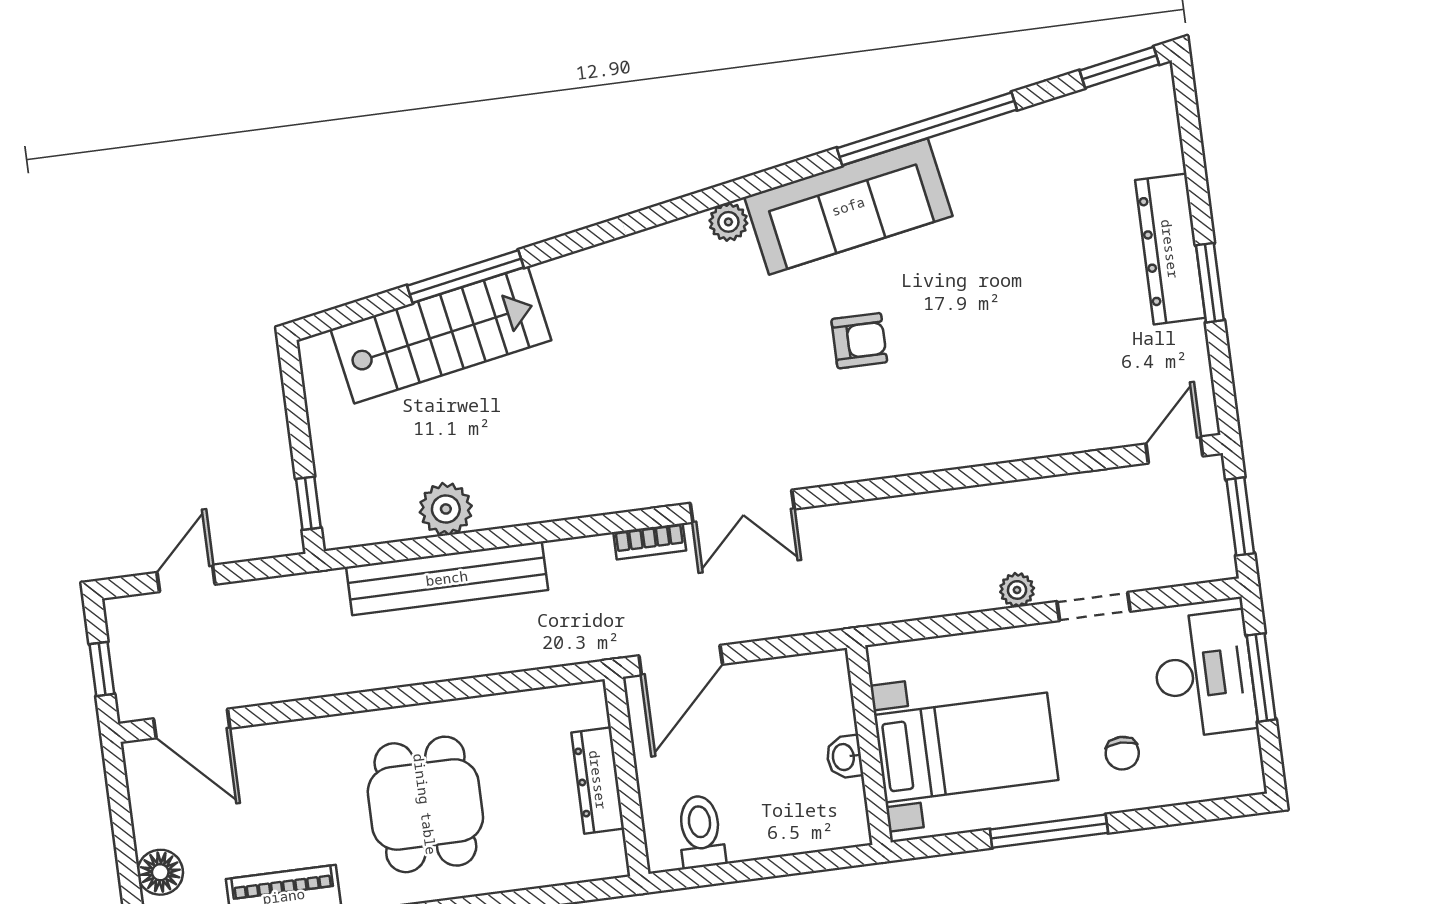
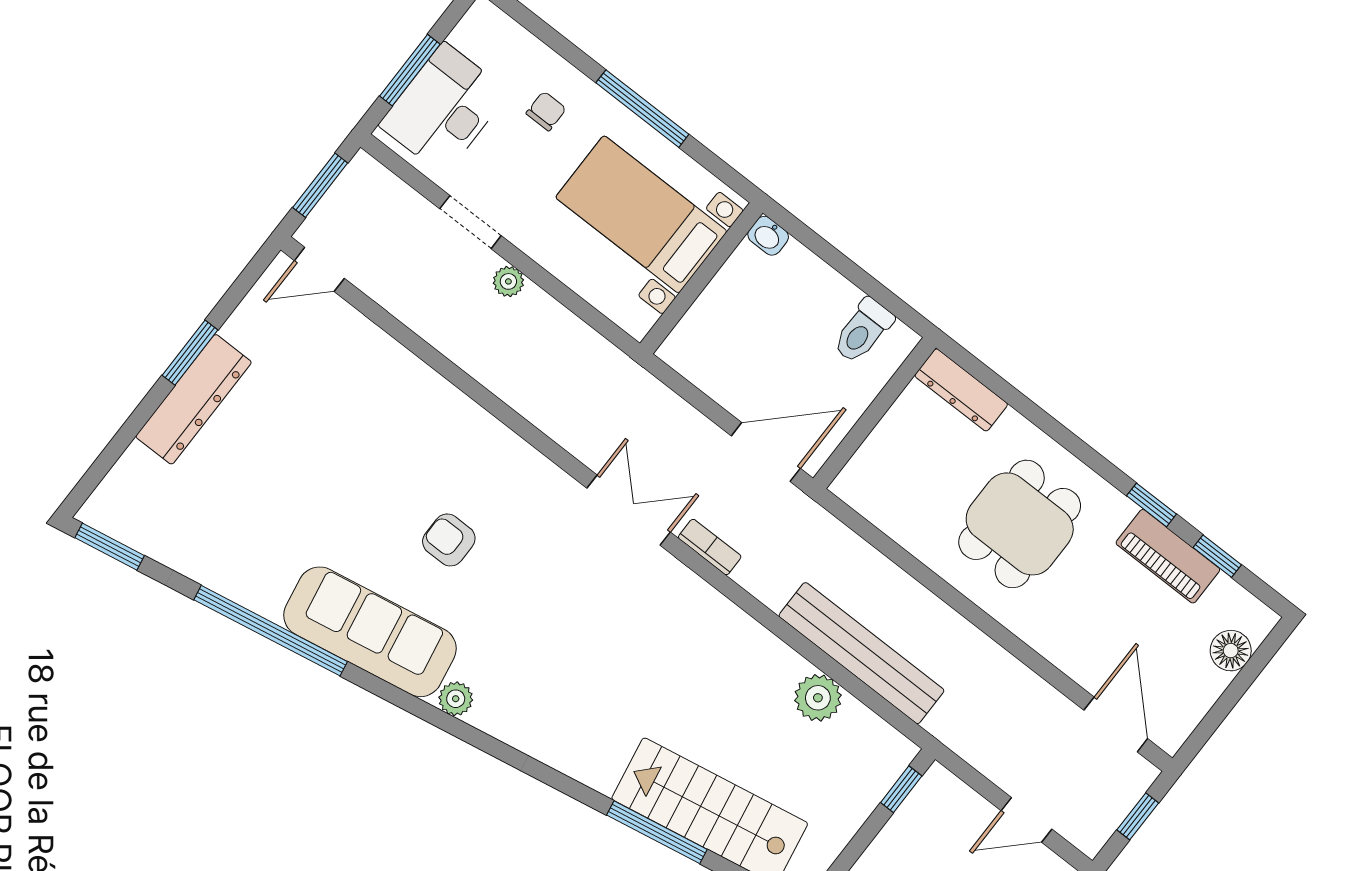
washbasin: (844, 757) -> (768, 236), moved, turned 90
dresser: (598, 780) -> (961, 390), moved, turned 90

